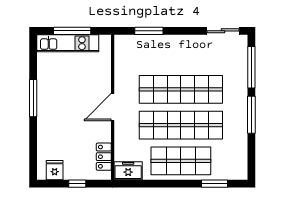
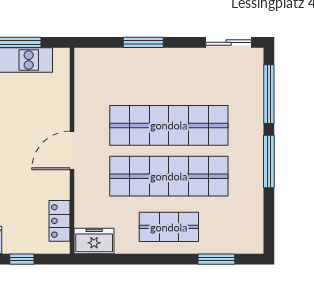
window: (149, 31) -> (143, 42), moved
shop shelf: (181, 161) -> (169, 227), width x0.70, depth x0.74

